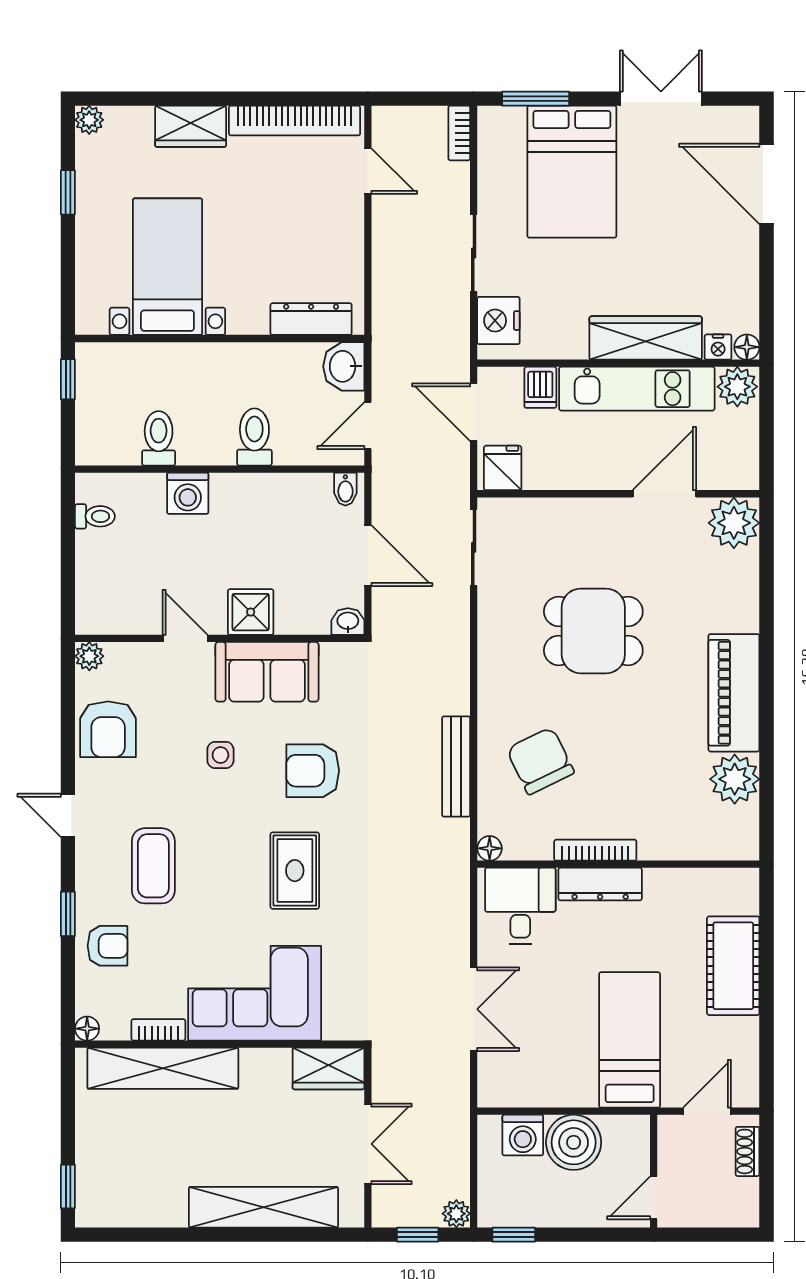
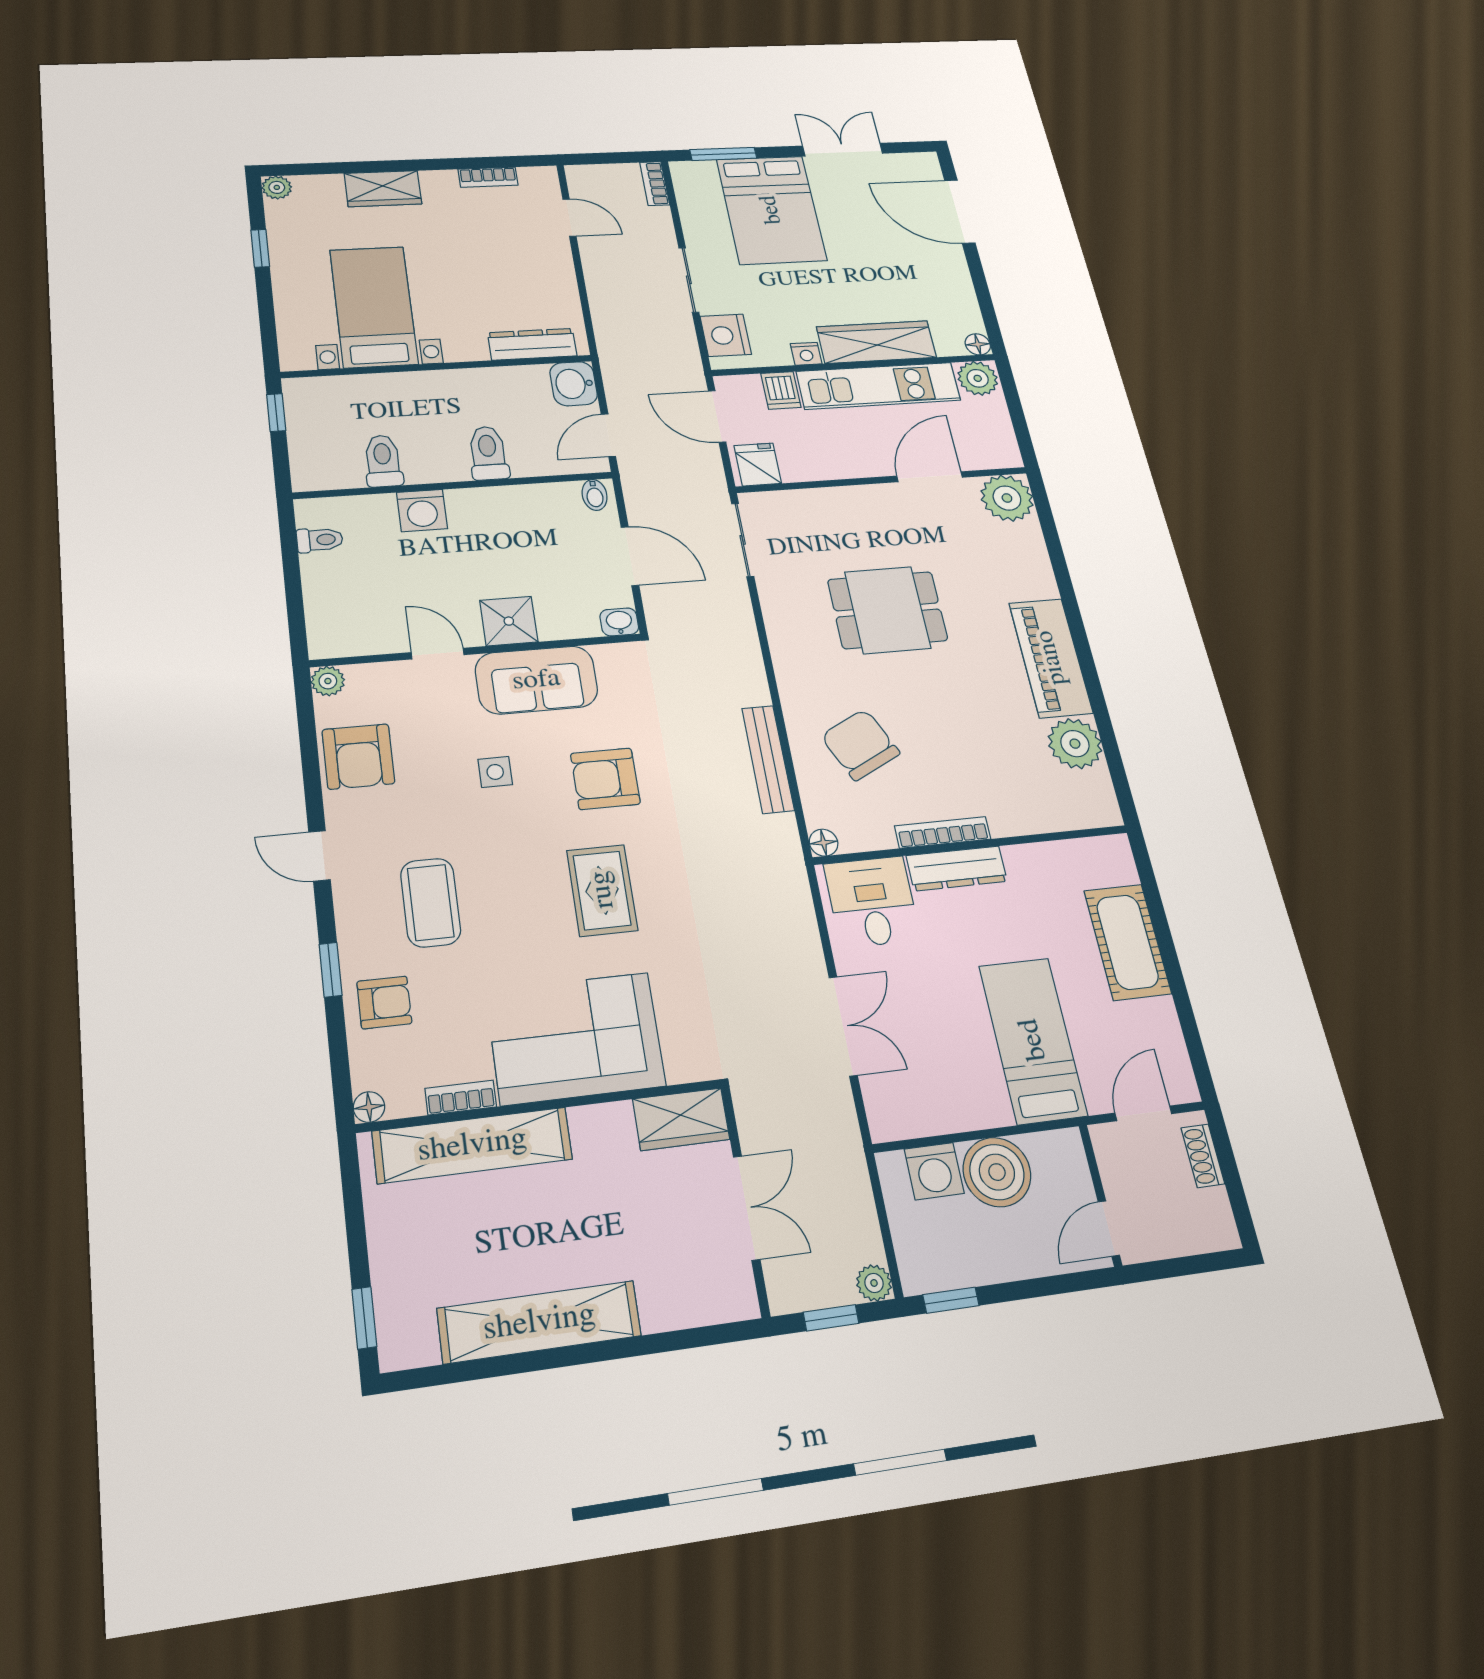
bookcase: (295, 121) -> (488, 177), width x0.43, depth x0.76
nightstand: (718, 347) -> (806, 354), moved
shelving: (263, 1207) -> (539, 1322), moved

